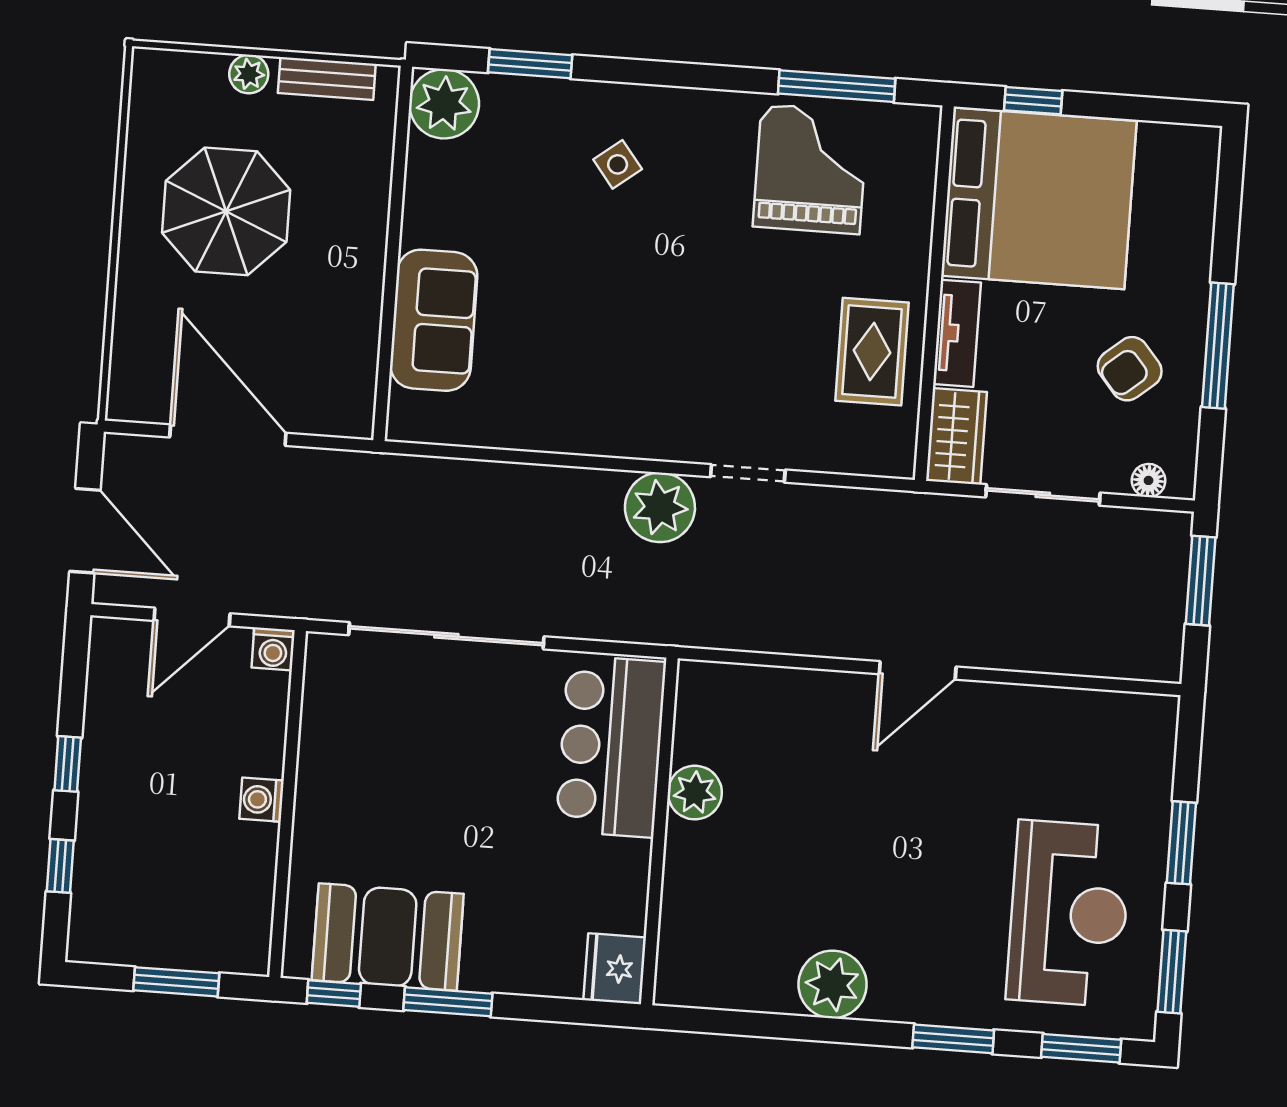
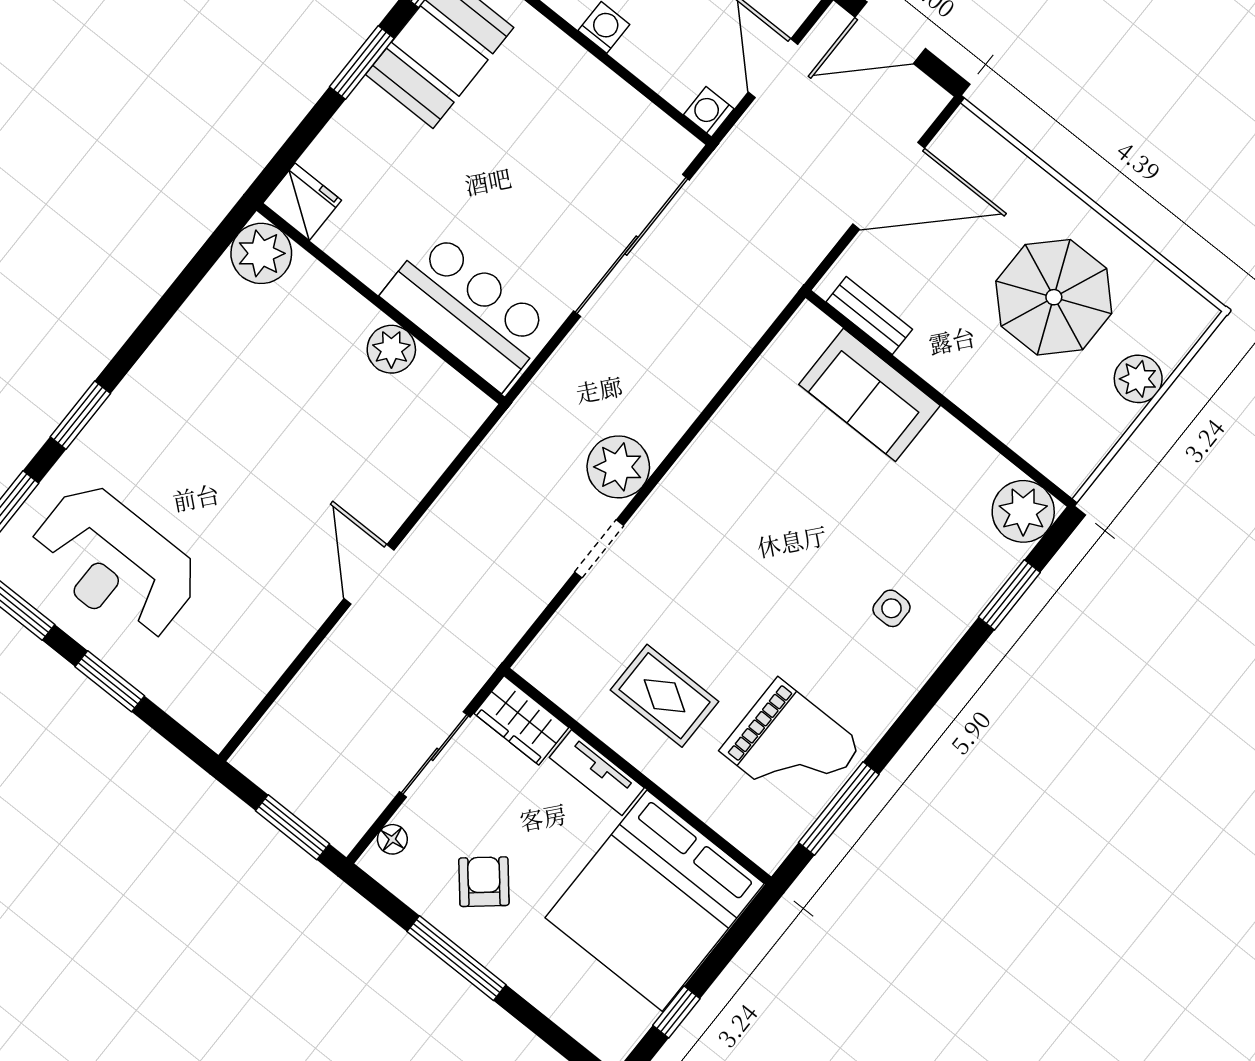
plant: (249, 74) -> (1138, 379), width x1.38, depth x1.38
bench: (327, 79) -> (869, 316), moved, turned 90
window: (1033, 101) -> (676, 1012), moved
side table: (618, 164) -> (891, 608), turned 38
rug: (872, 352) -> (665, 696), moved
plant: (833, 984) -> (261, 253), moved

